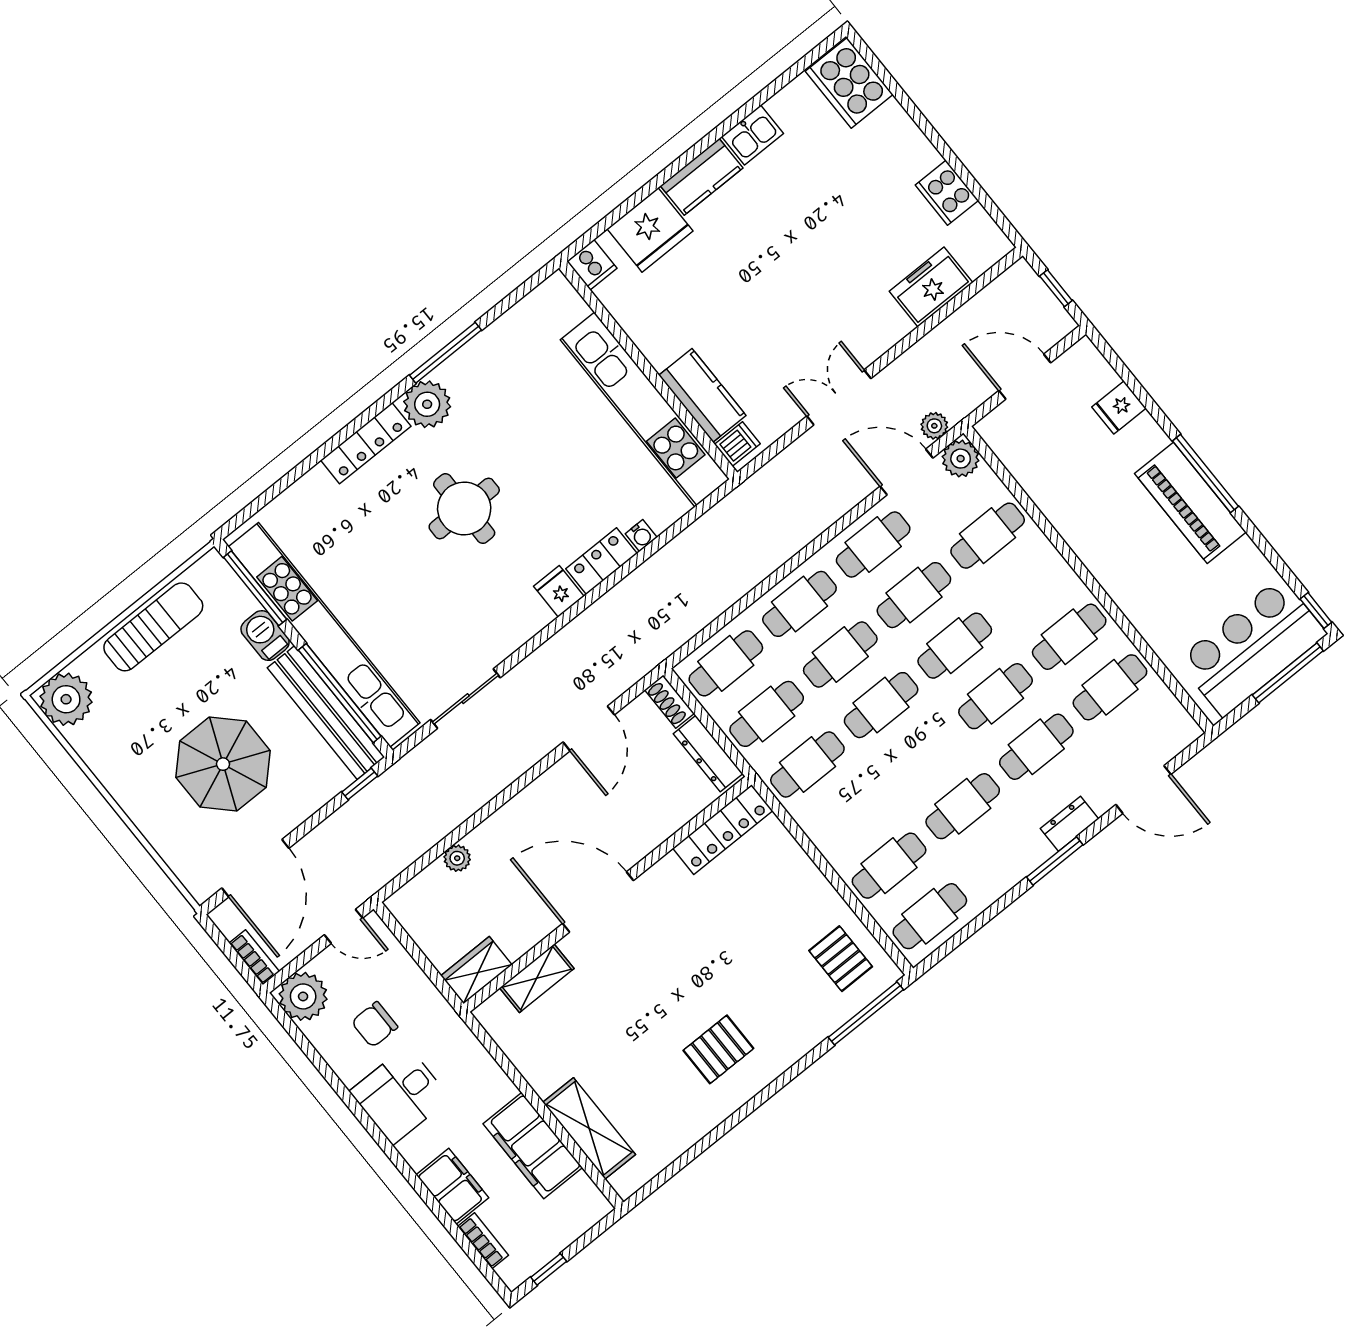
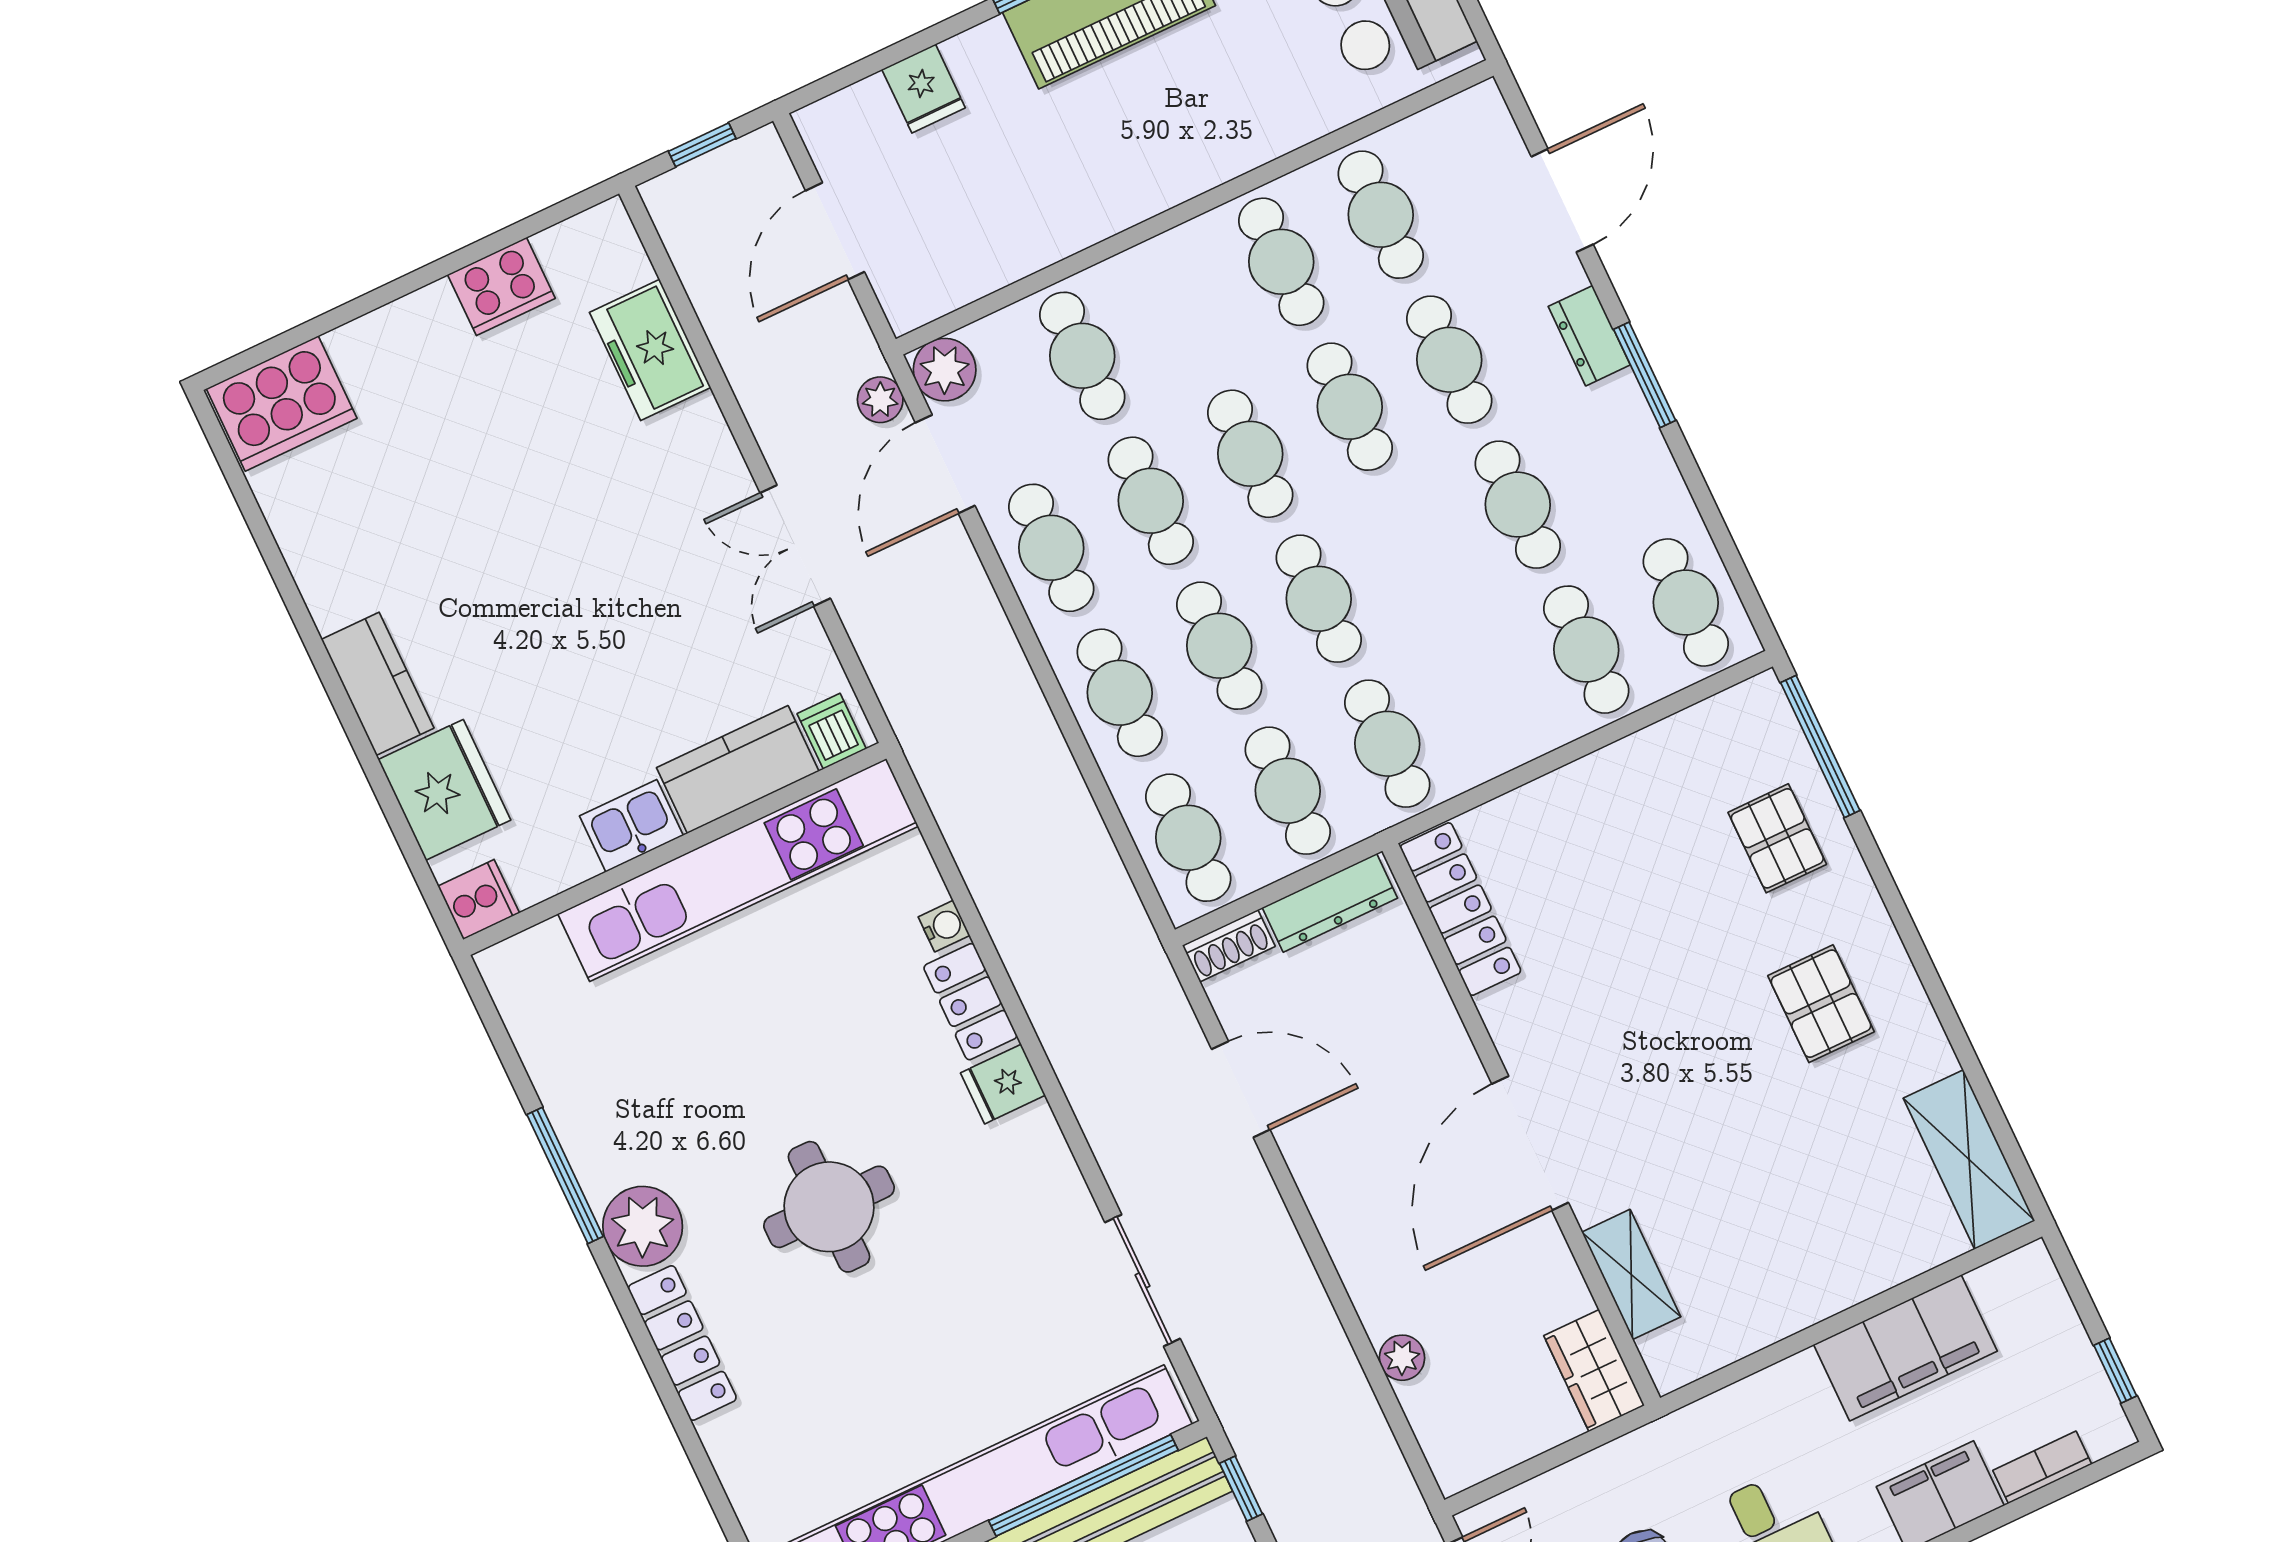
kitchen sink: (753, 135) -> (631, 826), moved, turned -90
pallet: (841, 959) -> (1777, 838), moved, turned 90
shelving: (589, 1128) -> (1969, 1160), moved, turned 90

